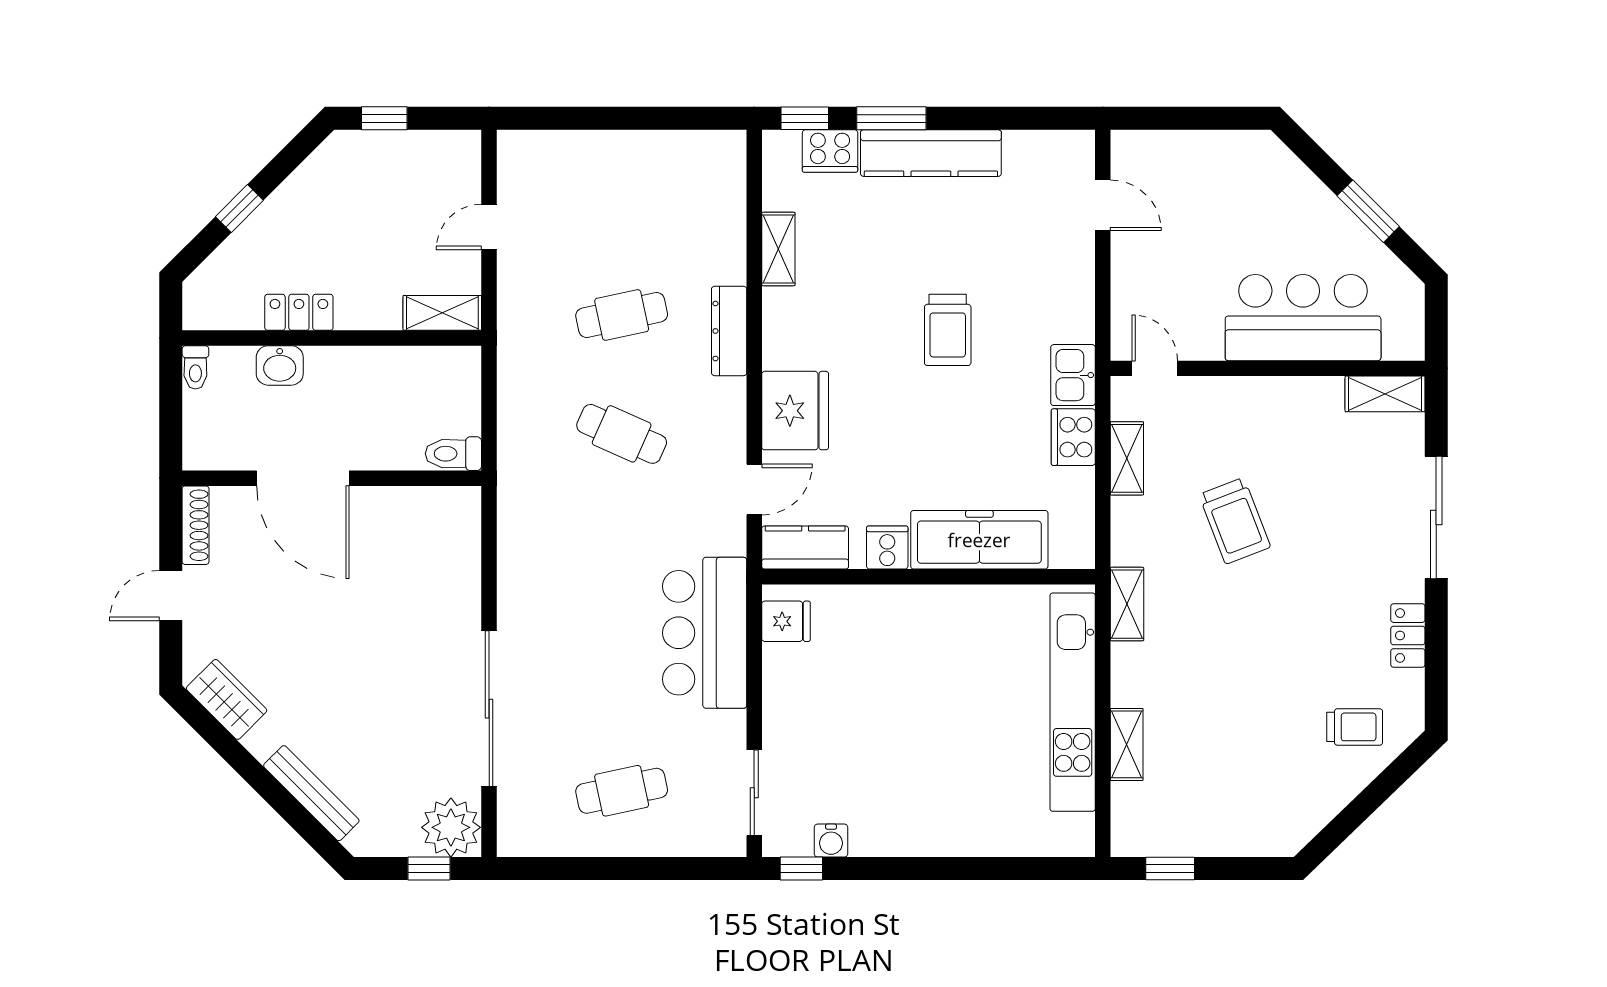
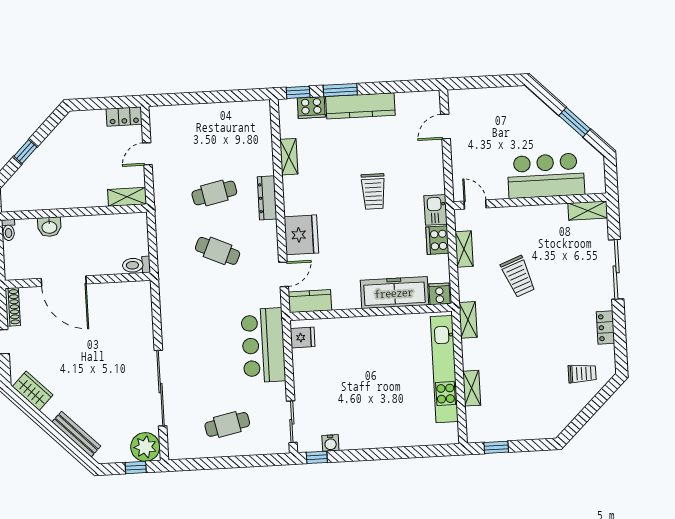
window: (384, 118) -> (94, 104), removed
door: (1103, 205) -> (445, 127), swing flipped
locker: (299, 312) -> (124, 116), moved, turned 180
cooker: (887, 547) -> (439, 294), moved

